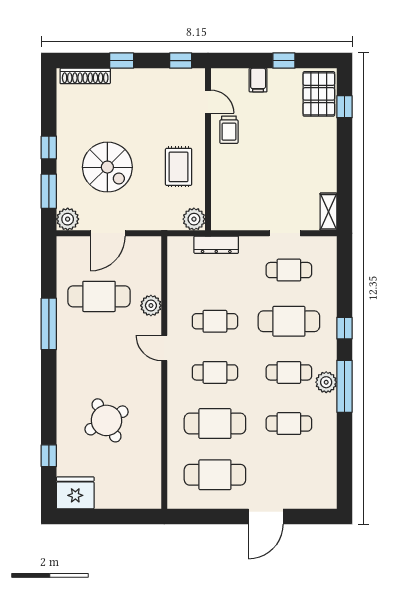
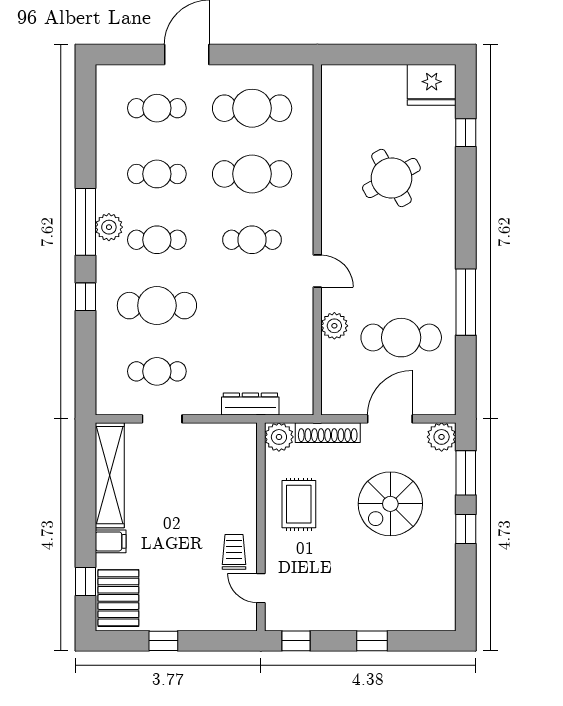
shoe rack: (85, 76) -> (328, 433), moved, turned 180
filing cabinet: (258, 80) -> (111, 541), moved, turned 90
spiral stairs: (107, 167) -> (390, 504), turned -90
shelving: (328, 212) -> (110, 475), width x2.20, depth x1.33
cafe table: (215, 321) -> (157, 108), moved

